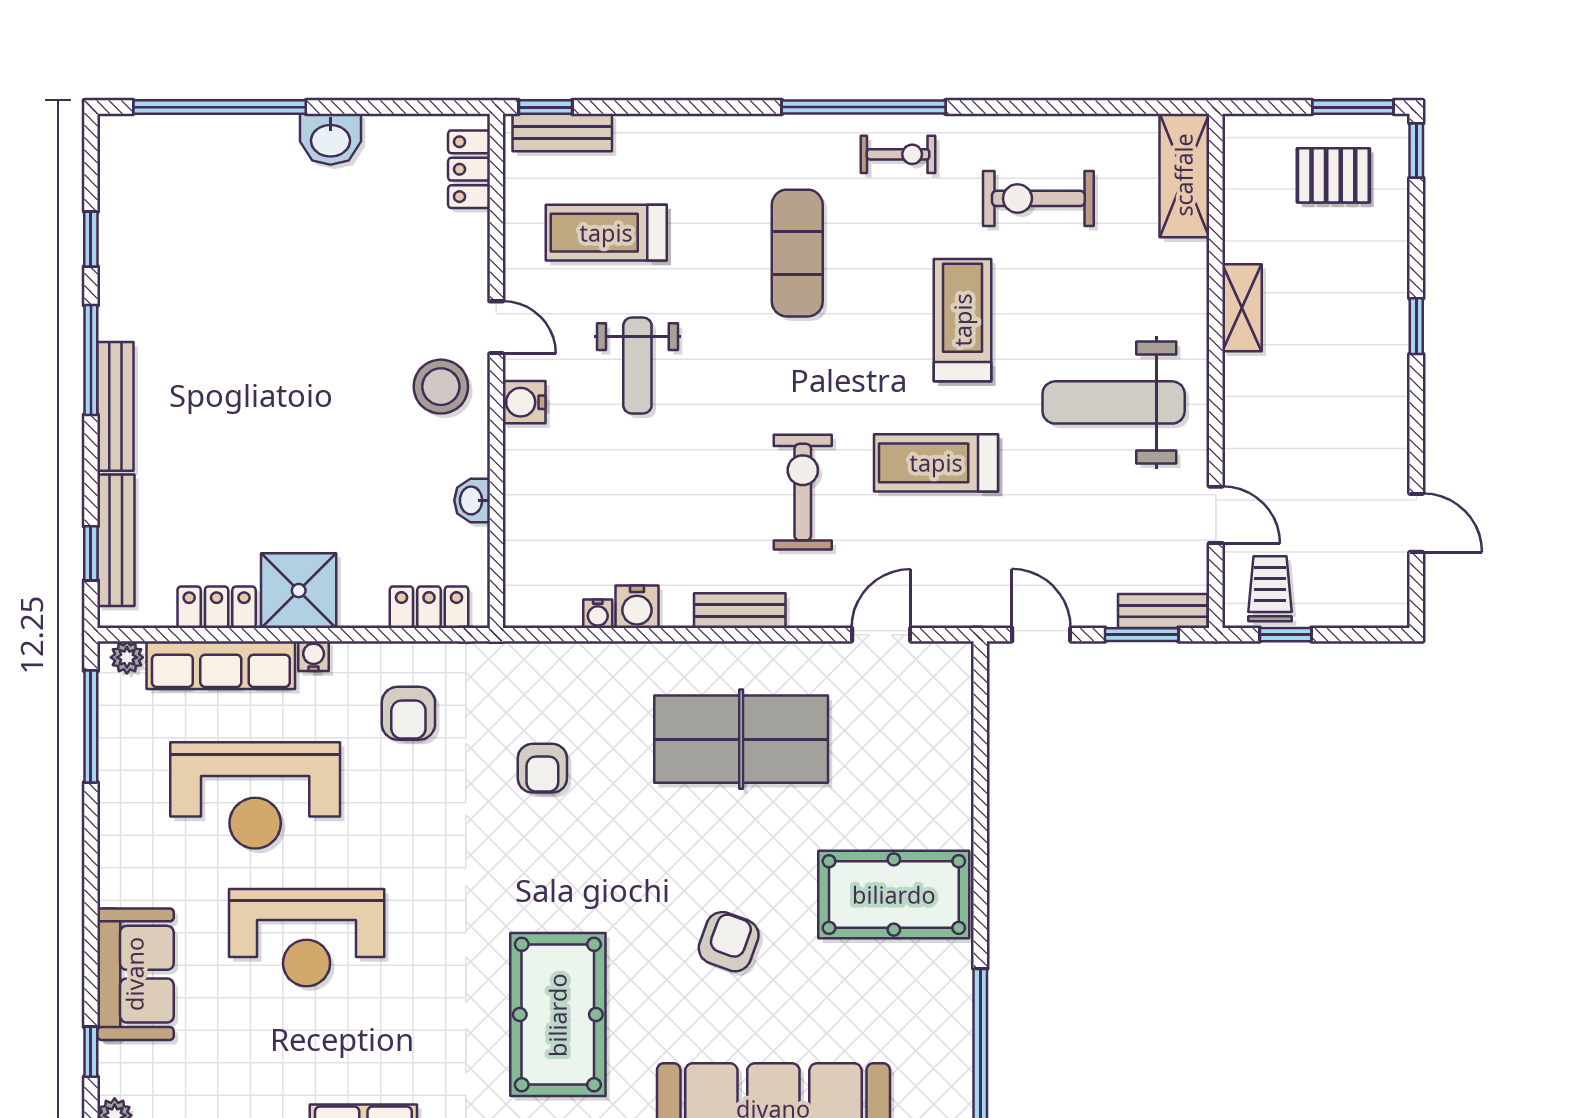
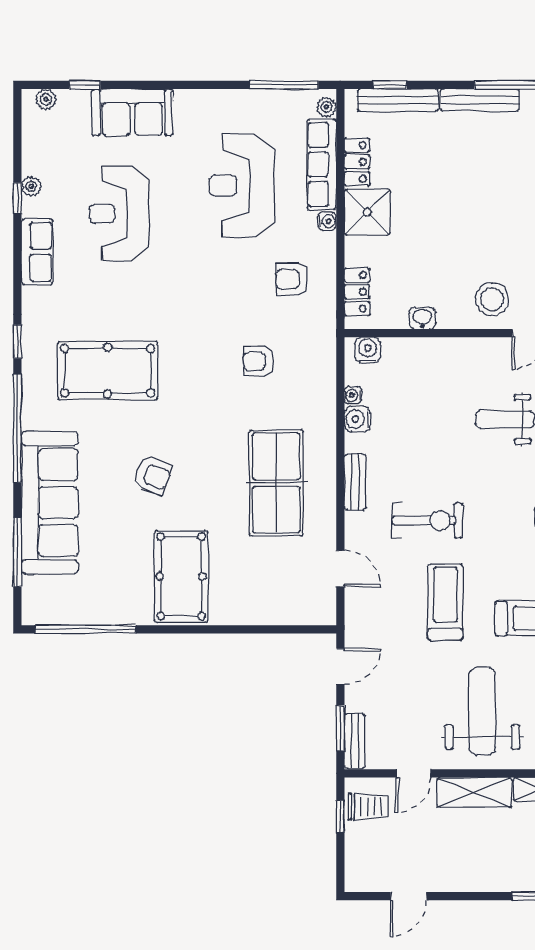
water cooler: (524, 402) -> (368, 350), moved
shelving: (1247, 416) -> (474, 792), added
reception desk: (307, 938) -> (119, 214), moved

